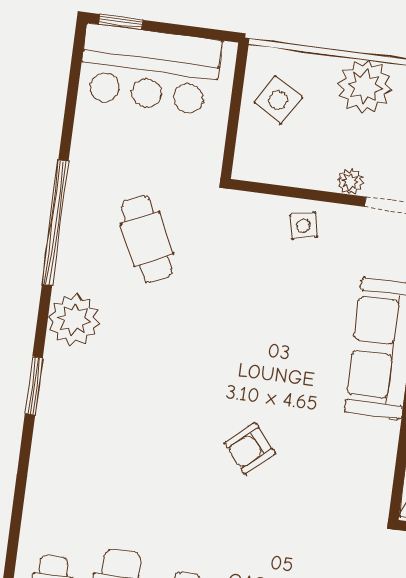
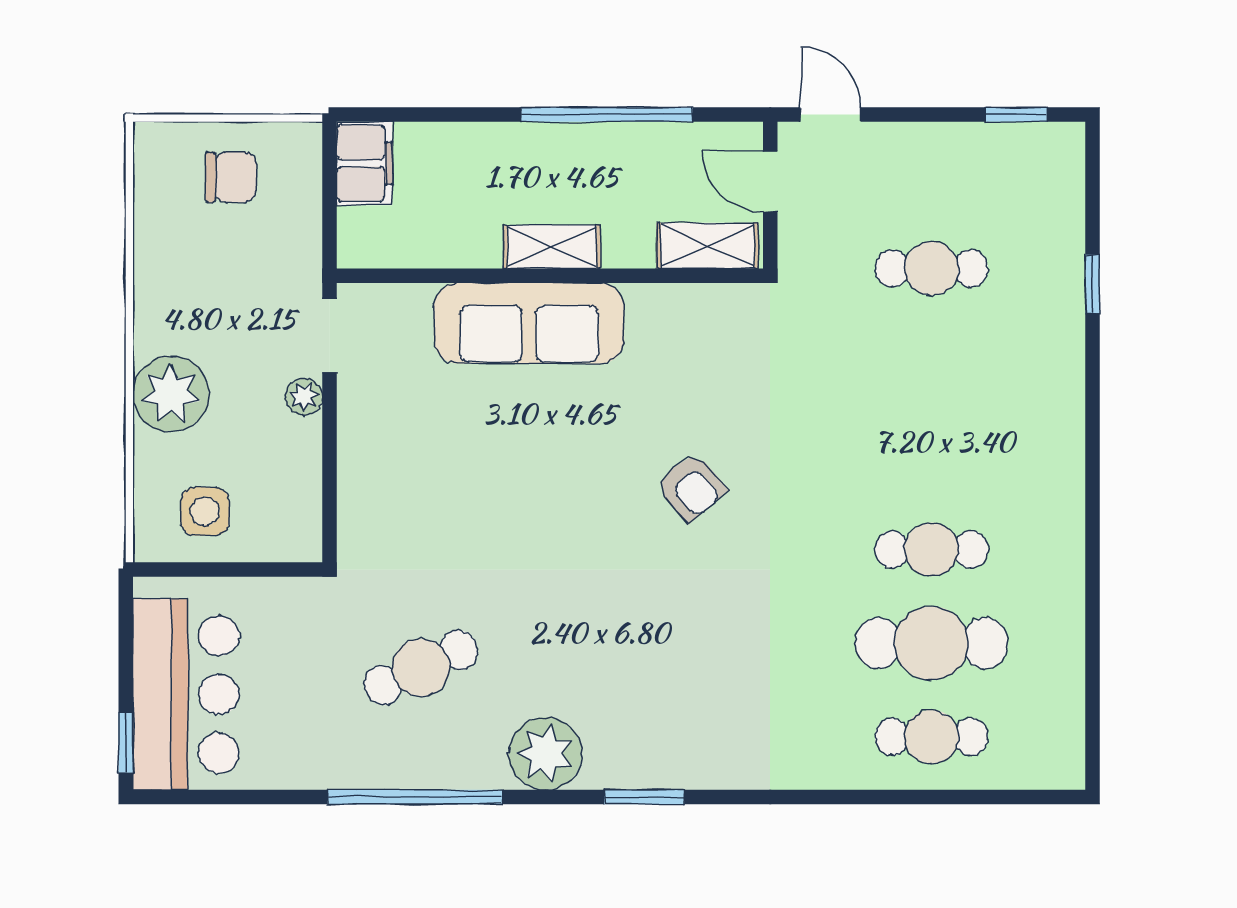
side table: (278, 100) -> (205, 511), turned -31
side table: (304, 226) -> (374, 453), removed

